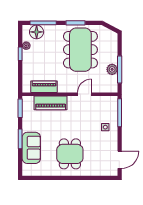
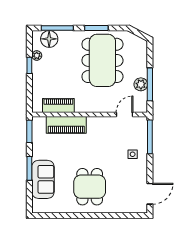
door: (85, 94) -> (125, 114), moved

